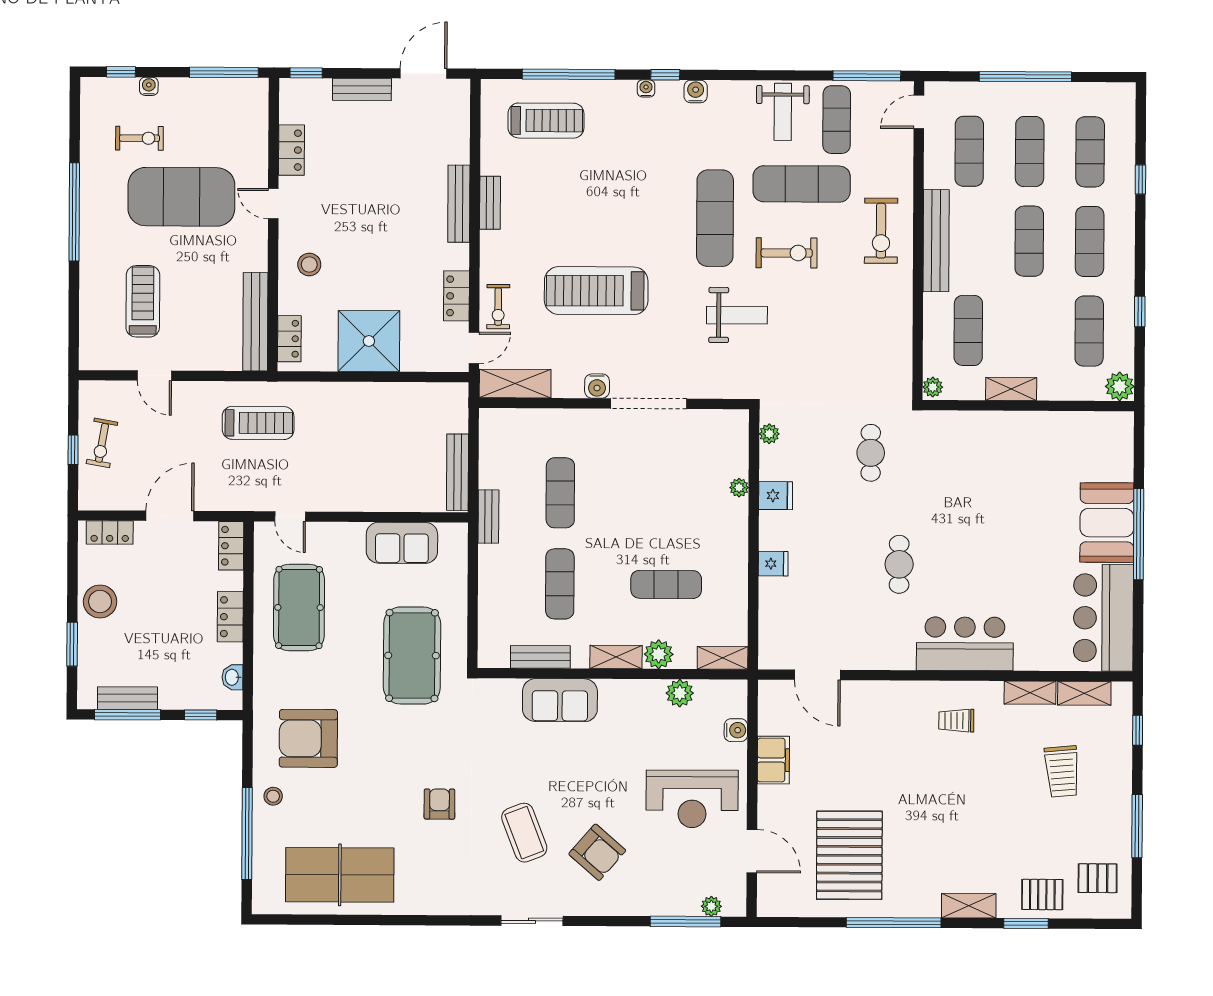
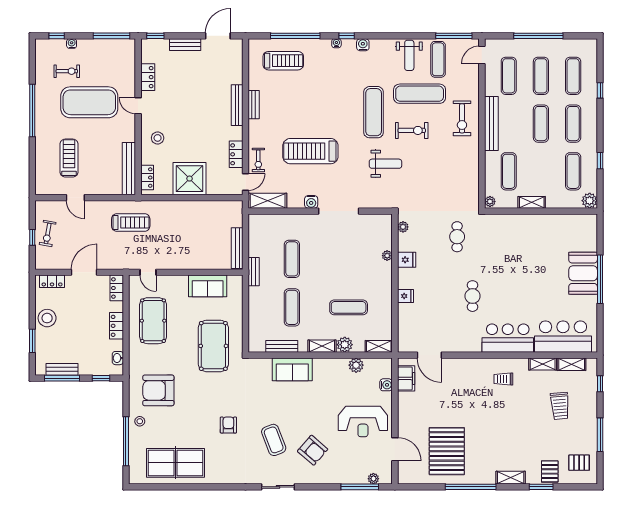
bar counter: (1103, 618) -> (563, 337), moved, turned 90
filing cabinet: (773, 760) -> (406, 378), moved
pallet: (1042, 894) -> (550, 471), turned 90

